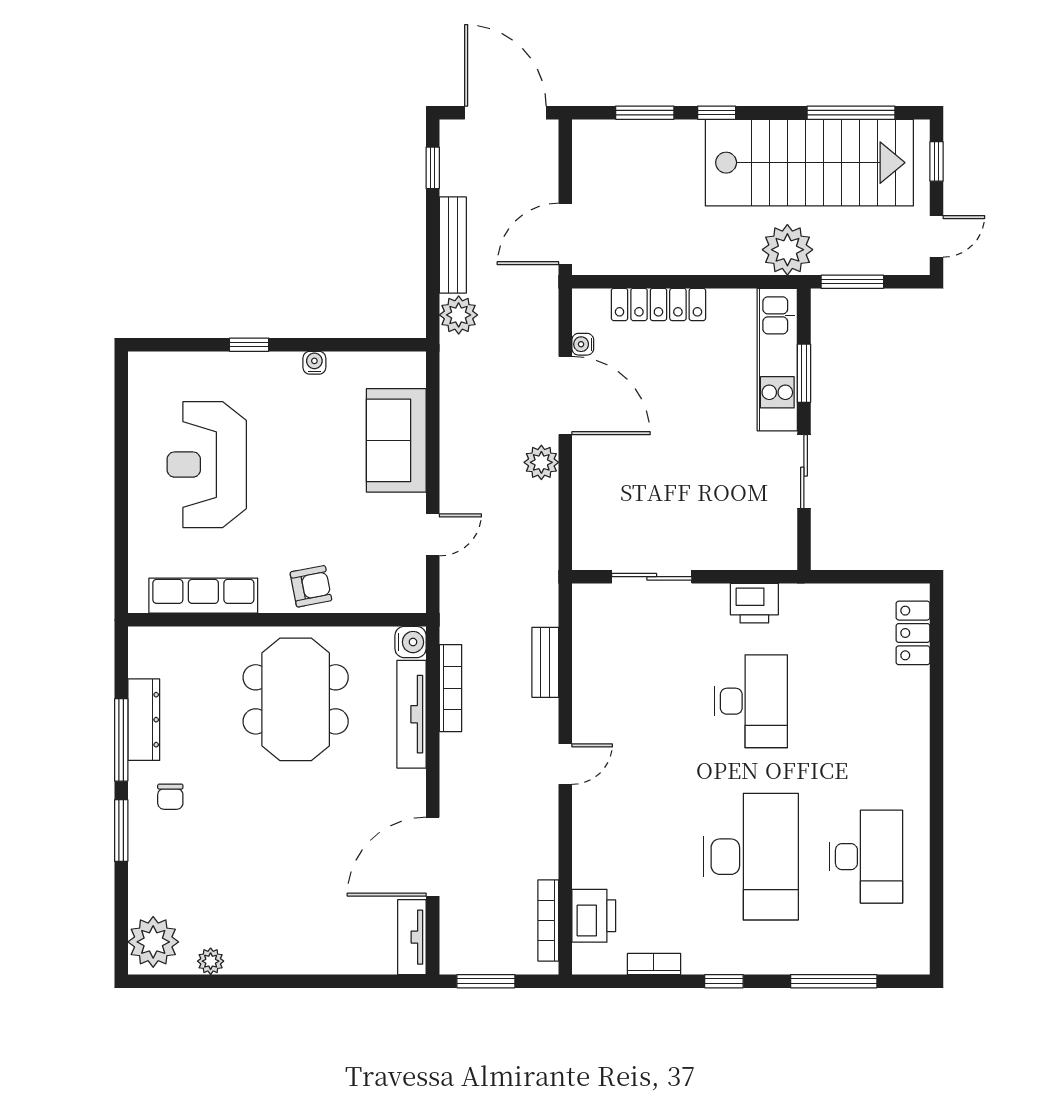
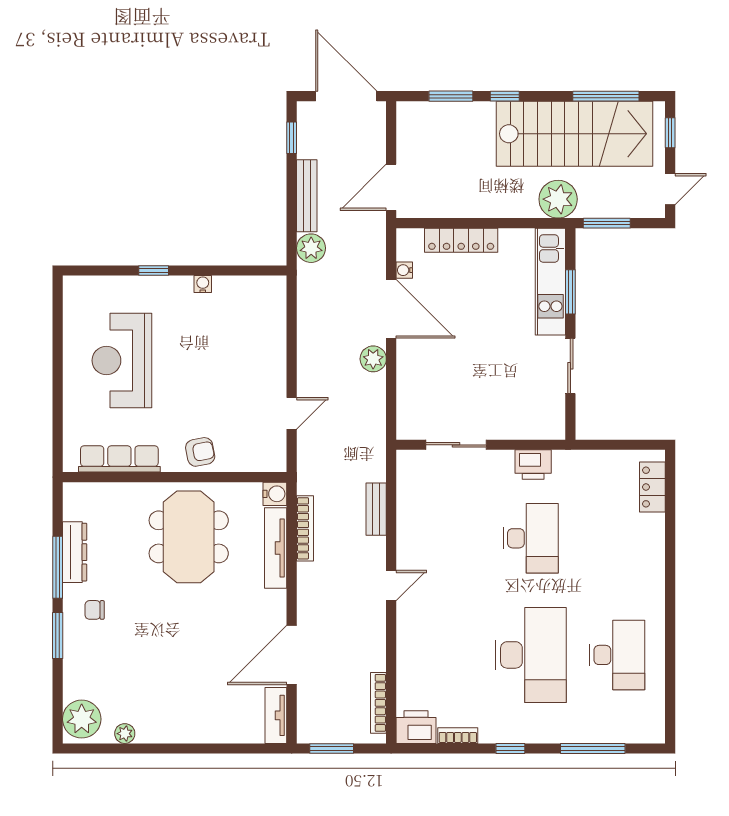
sofa: (396, 440) -> (264, 342), removed
chair: (170, 797) -> (95, 610), turned 90
printer: (594, 916) -> (416, 727), moved, turned -90

